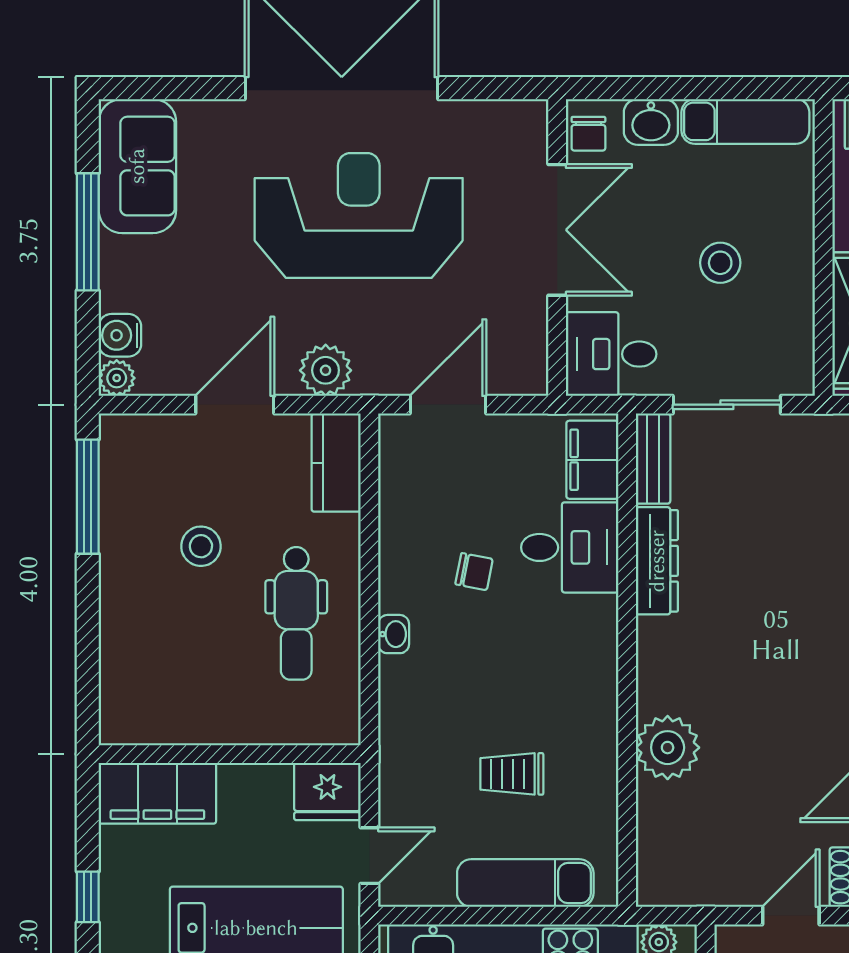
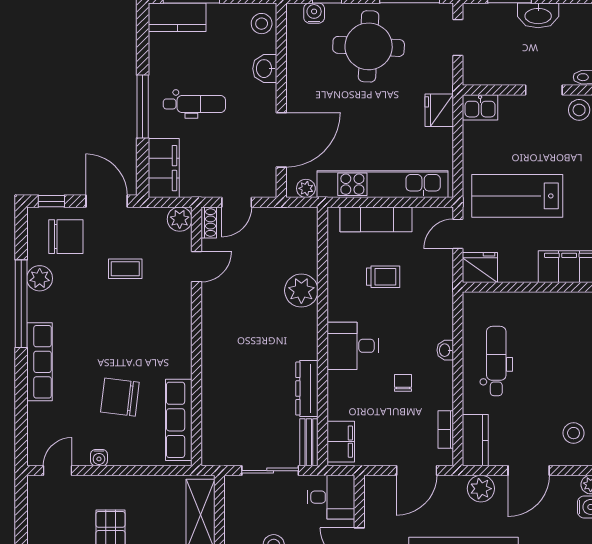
bookcase: (393, 483) -> (446, 429), added
stool: (201, 546) -> (574, 433), moved
desk: (570, 547) -> (353, 346), moved
chair: (474, 572) -> (403, 383), turned 79

